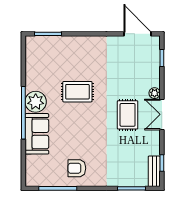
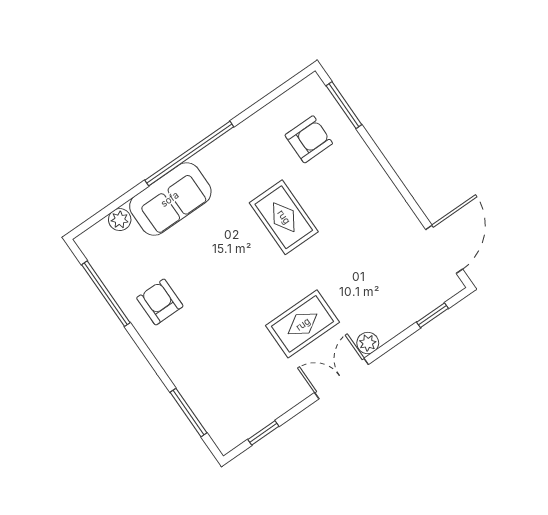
armchair: (52, 59) -> (309, 139), added
plant: (36, 102) -> (120, 220), moved, width x0.53, depth x0.53
bench: (154, 171) -> (241, 430), removed

